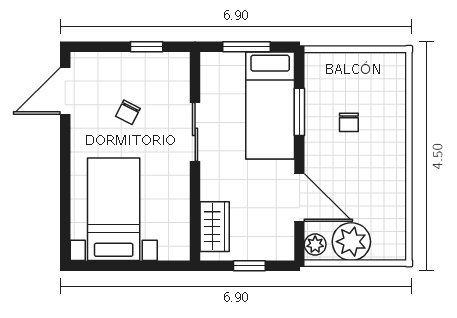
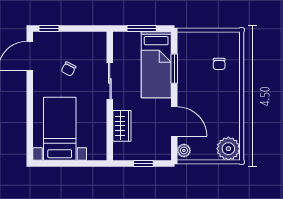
window: (147, 47) -> (49, 29), moved
chair: (349, 122) -> (219, 64), moved
wardrobe: (215, 227) -> (122, 126), moved
plant: (351, 242) -> (228, 149), moved

